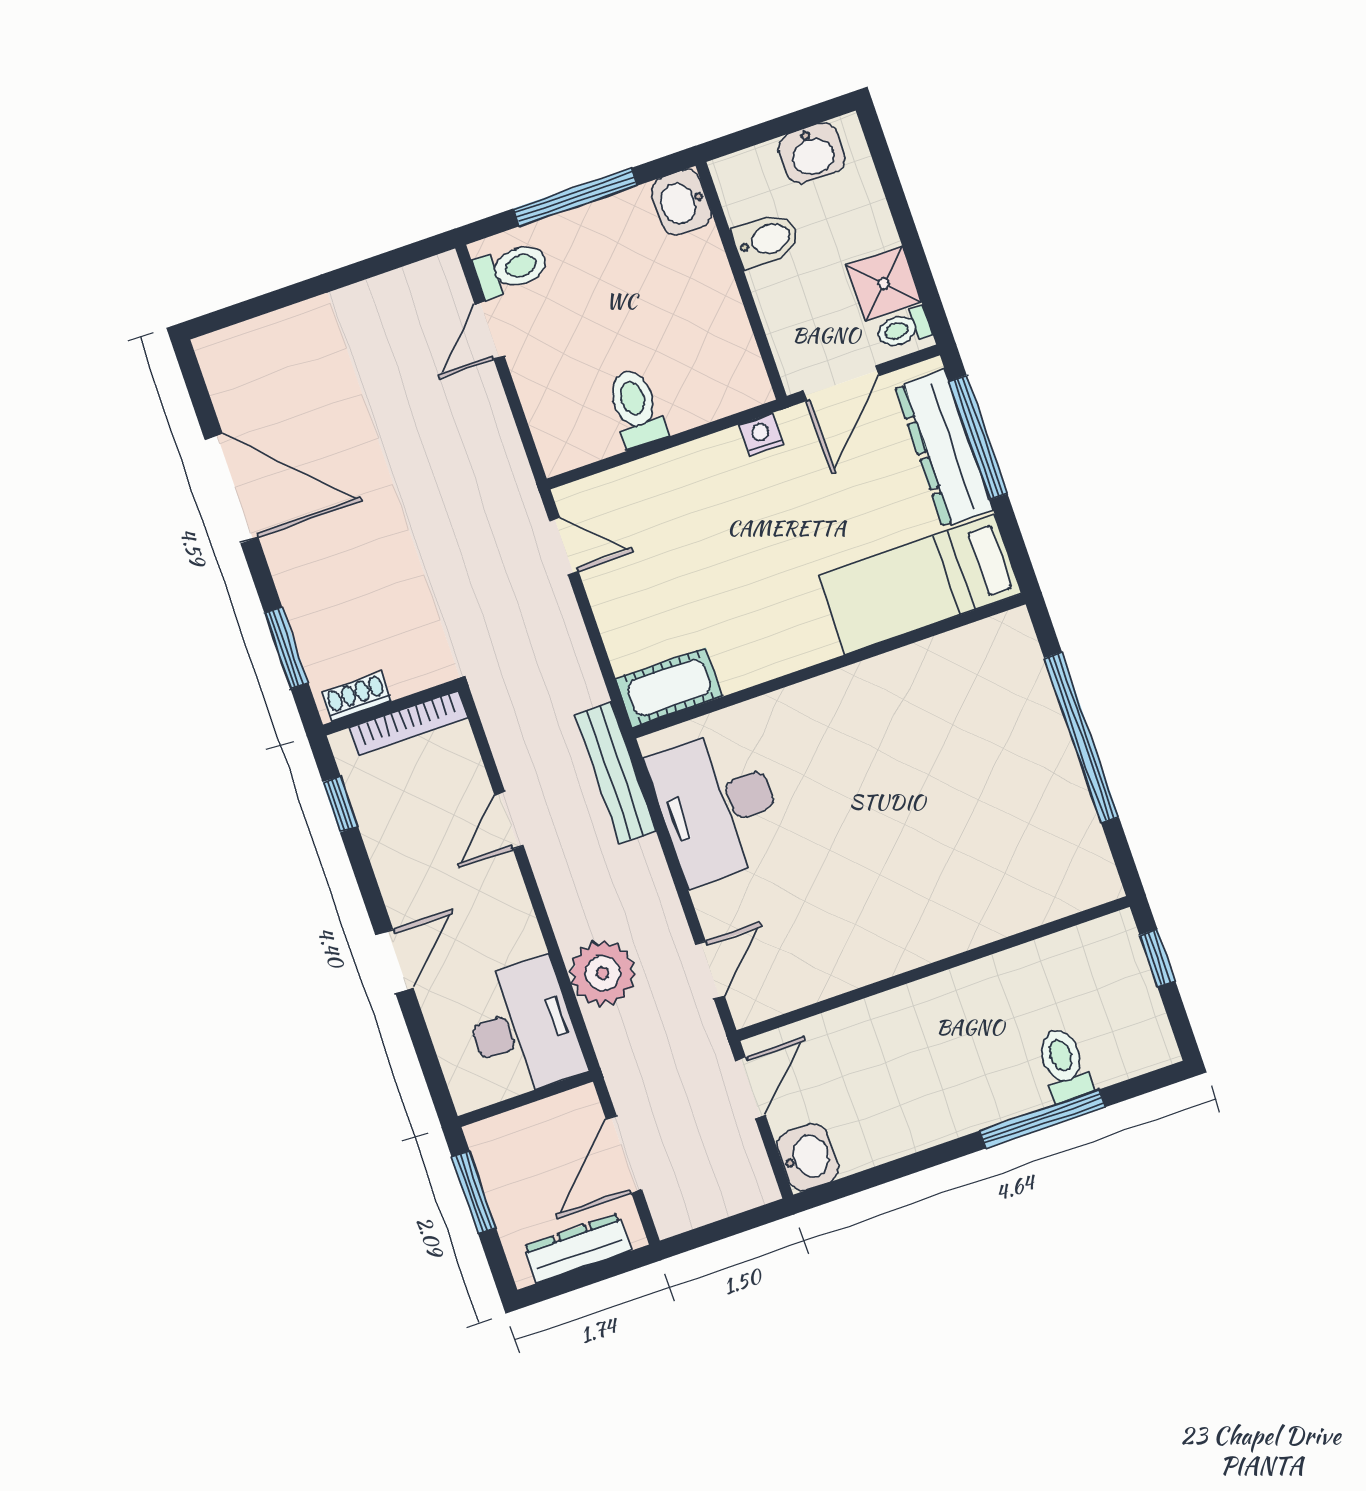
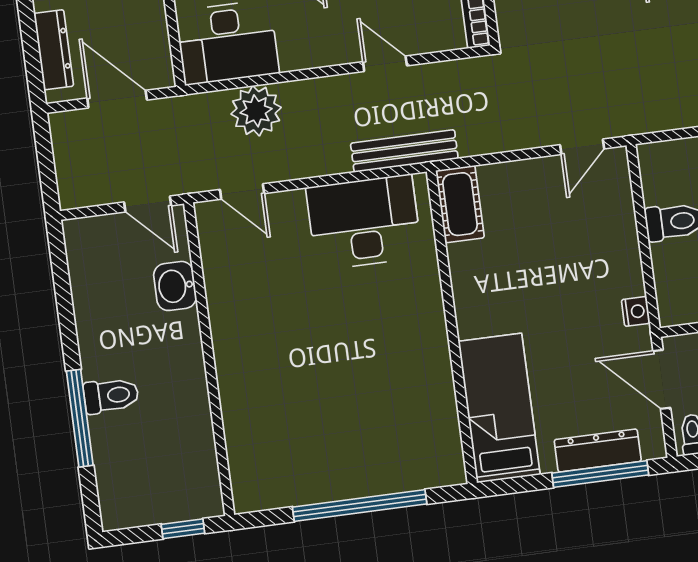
dresser: (944, 449) -> (598, 450), width x0.73, depth x0.80
toilet: (1064, 1065) -> (111, 396), moved
washbasin: (808, 1157) -> (175, 286), moved, turned 90

